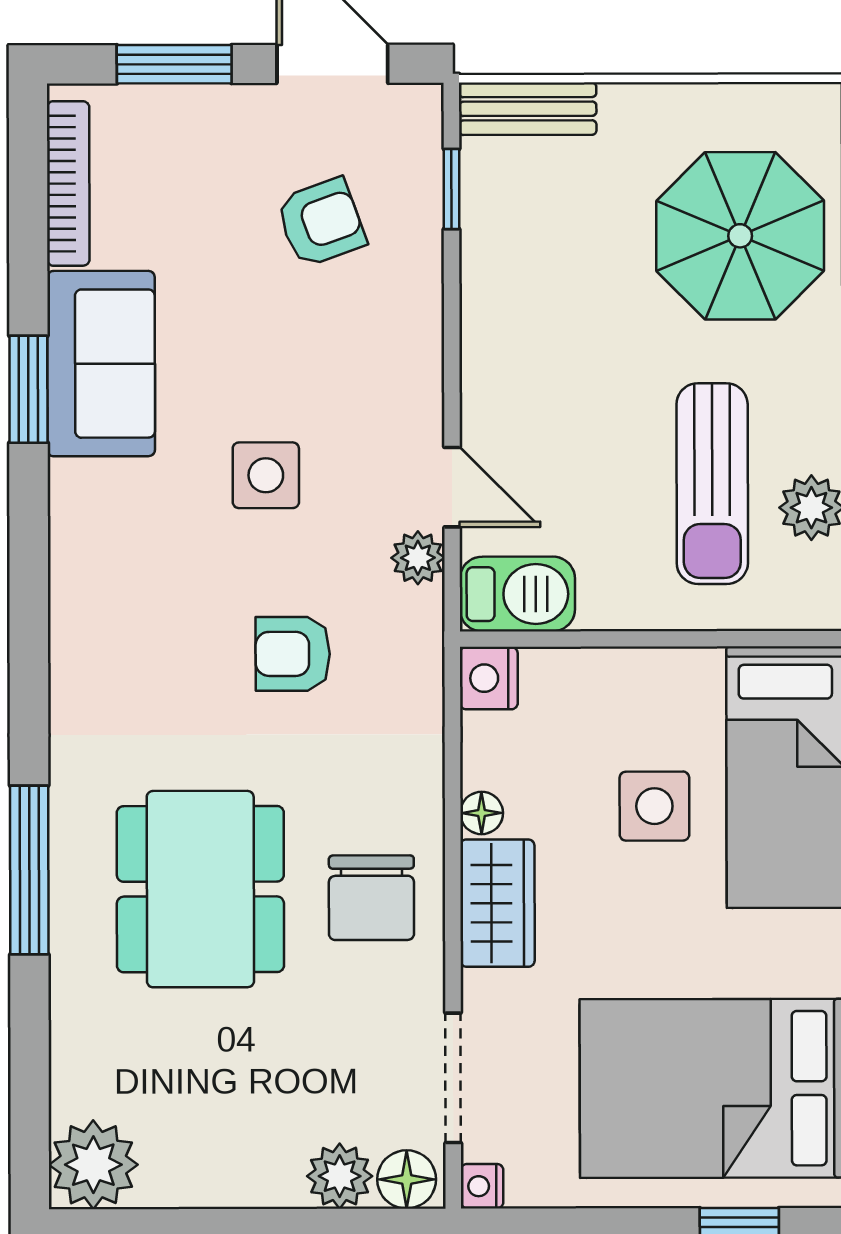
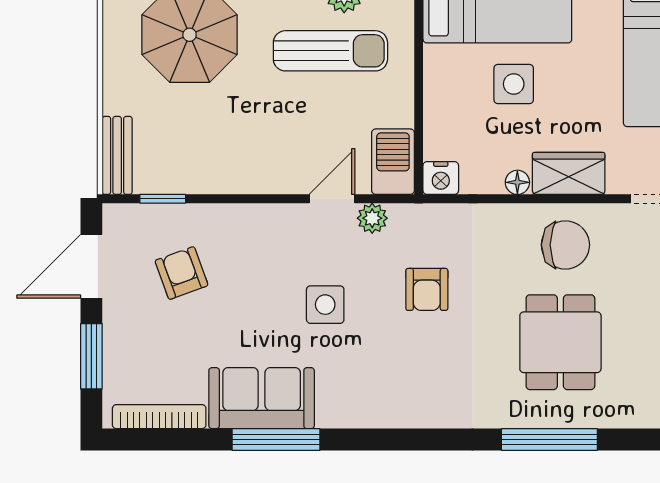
window: (28, 389) -> (276, 439), width x1.44
dining table: (200, 889) -> (560, 342), width x0.73

